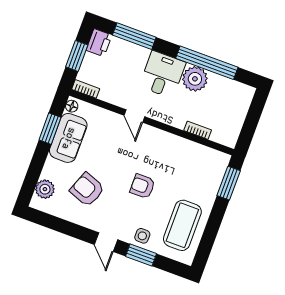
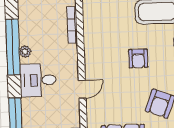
plant: (195, 79) -> (25, 52), width x0.53, depth x0.53
bookcase: (198, 130) -> (72, 25), width x1.56

